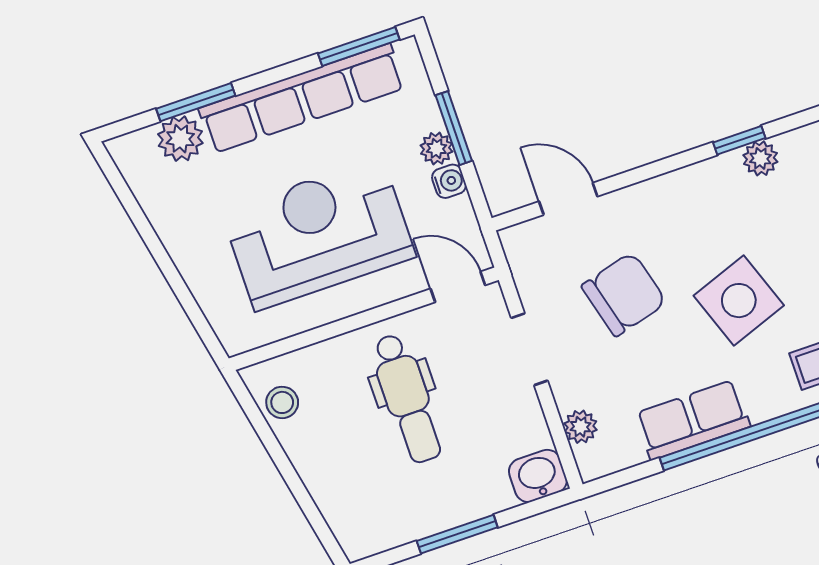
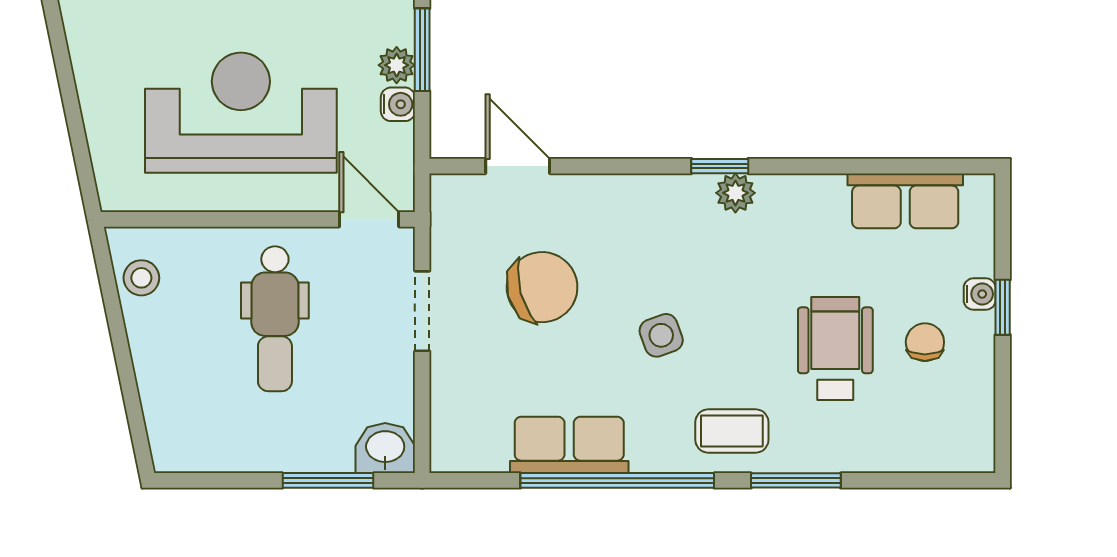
side table: (739, 301) -> (661, 335), width x0.54, depth x0.54
plant: (580, 427) -> (448, 411), removed
window: (457, 534) -> (328, 480), moved

